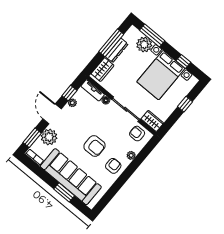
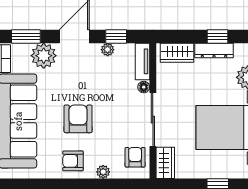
window: (111, 43) -> (217, 36), width x0.46
armchair: (95, 146) -> (78, 119), turned 180
armchair: (113, 166) -> (73, 161), turned 180

